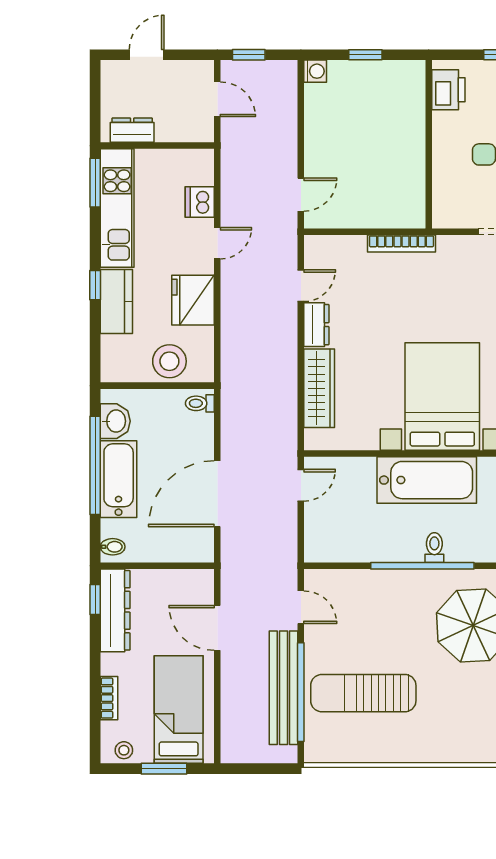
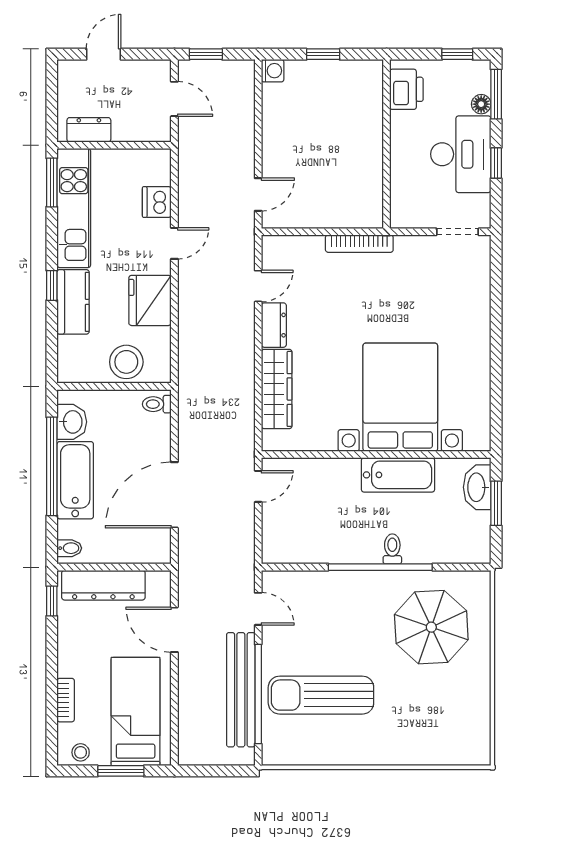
bathtub: (427, 480) -> (398, 475), width x0.73, depth x0.73
dresser: (115, 610) -> (103, 585), moved, turned 90

